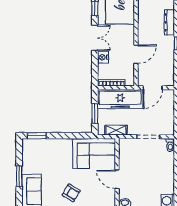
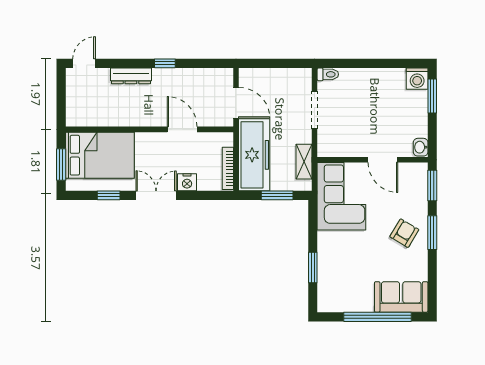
window: (37, 136) -> (313, 268), moved
window: (19, 176) -> (377, 317), width x2.11
door: (117, 179) -> (383, 160), hinge flipped

